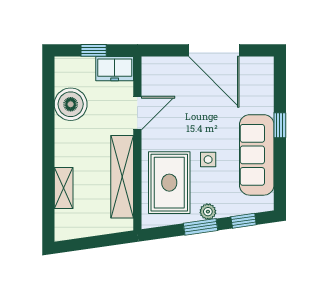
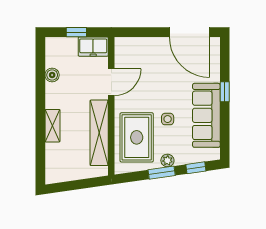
door: (214, 50) -> (189, 32), moved
boiler: (71, 104) -> (52, 75), width x0.54, depth x0.54
shelving: (64, 188) -> (52, 126), moved

